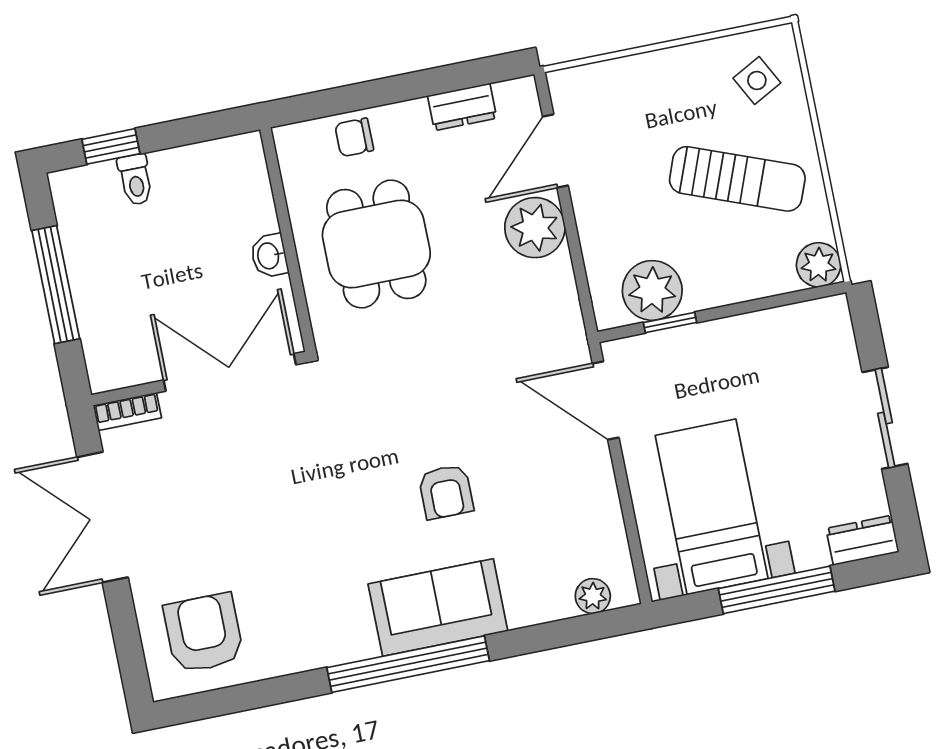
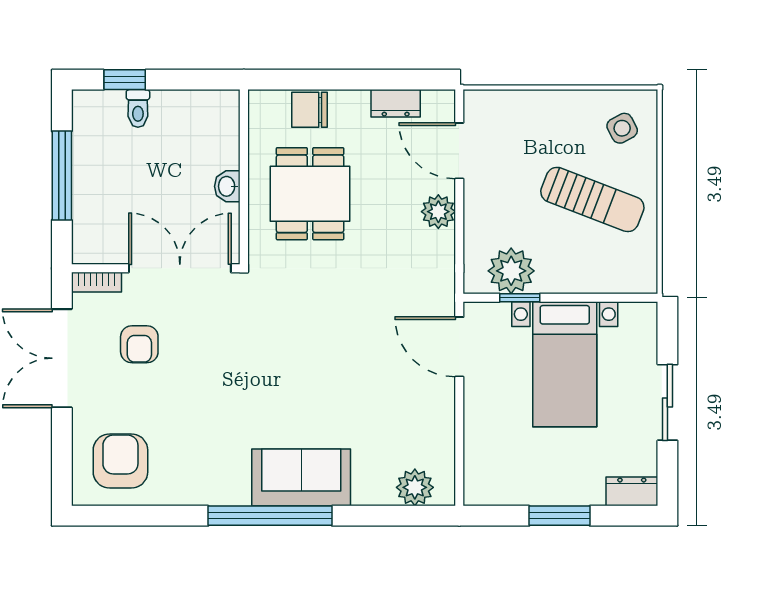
chair: (354, 137) -> (310, 110), width x1.37, depth x1.37
door: (555, 151) -> (459, 151), hinge flipped
plant: (535, 228) -> (438, 212), width x0.73, depth x0.73
plant: (819, 265) -> (641, 277), removed
armchair: (446, 492) -> (139, 344), moved
bed with nightstands: (712, 507) -> (565, 364), moved, turned 180
window: (777, 590) -> (560, 516), width x0.69
plant: (593, 596) -> (415, 487), width x1.38, depth x1.38

